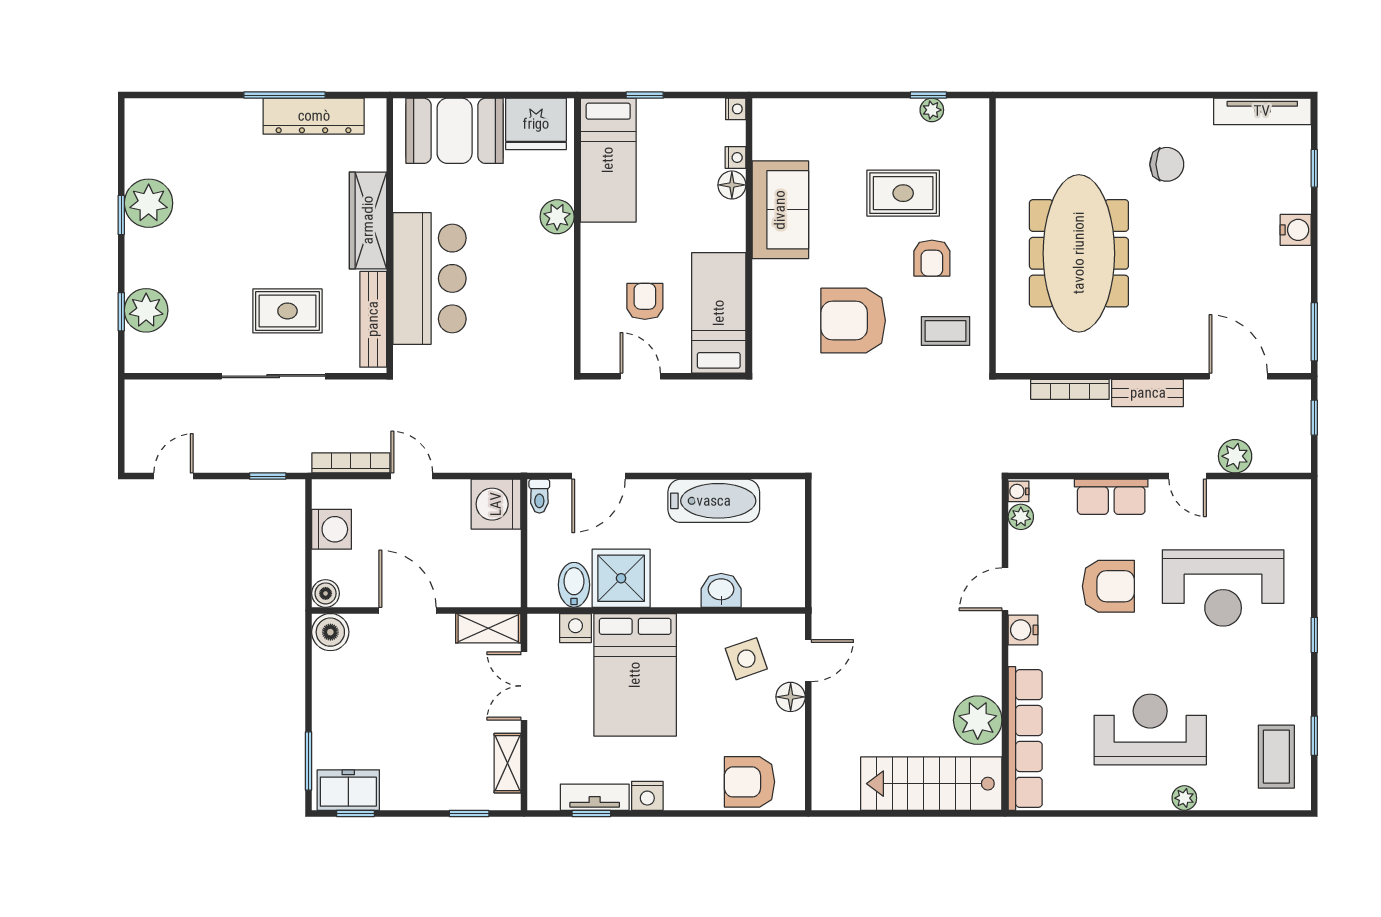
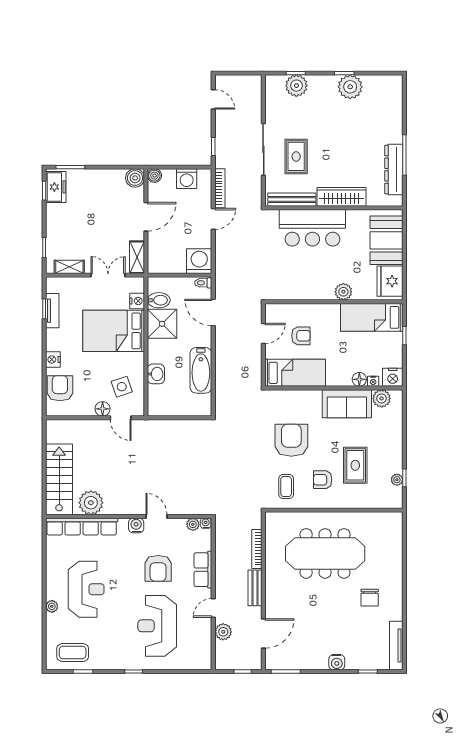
nightstand: (736, 109) -> (393, 377), width x1.89, depth x1.79
plant: (770, 141) -> (382, 398), added
nightstand: (647, 796) -> (53, 360), moved

